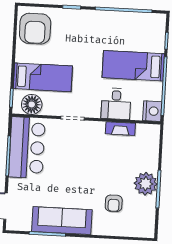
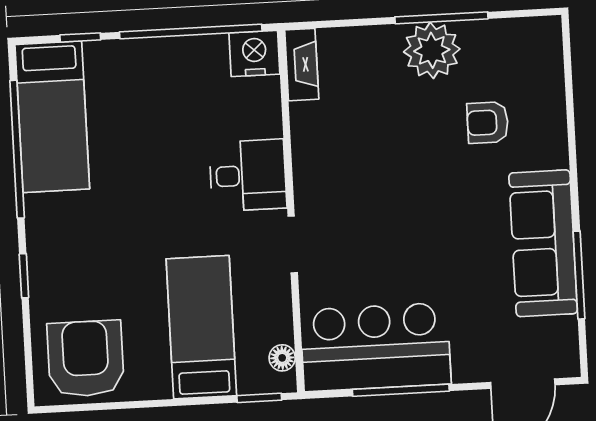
armchair: (35, 29) -> (86, 359), turned -90
bed: (133, 66) -> (52, 117), moved
floor lamp: (32, 104) -> (282, 358), width x0.53, depth x0.53
desk: (116, 104) -> (248, 175), moved
fireplace: (120, 129) -> (302, 65), moved
armchair: (114, 203) -> (488, 122), turned 180

